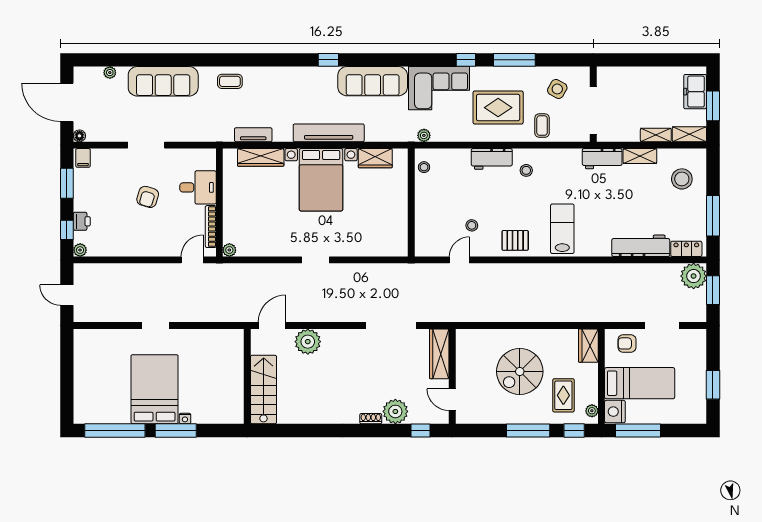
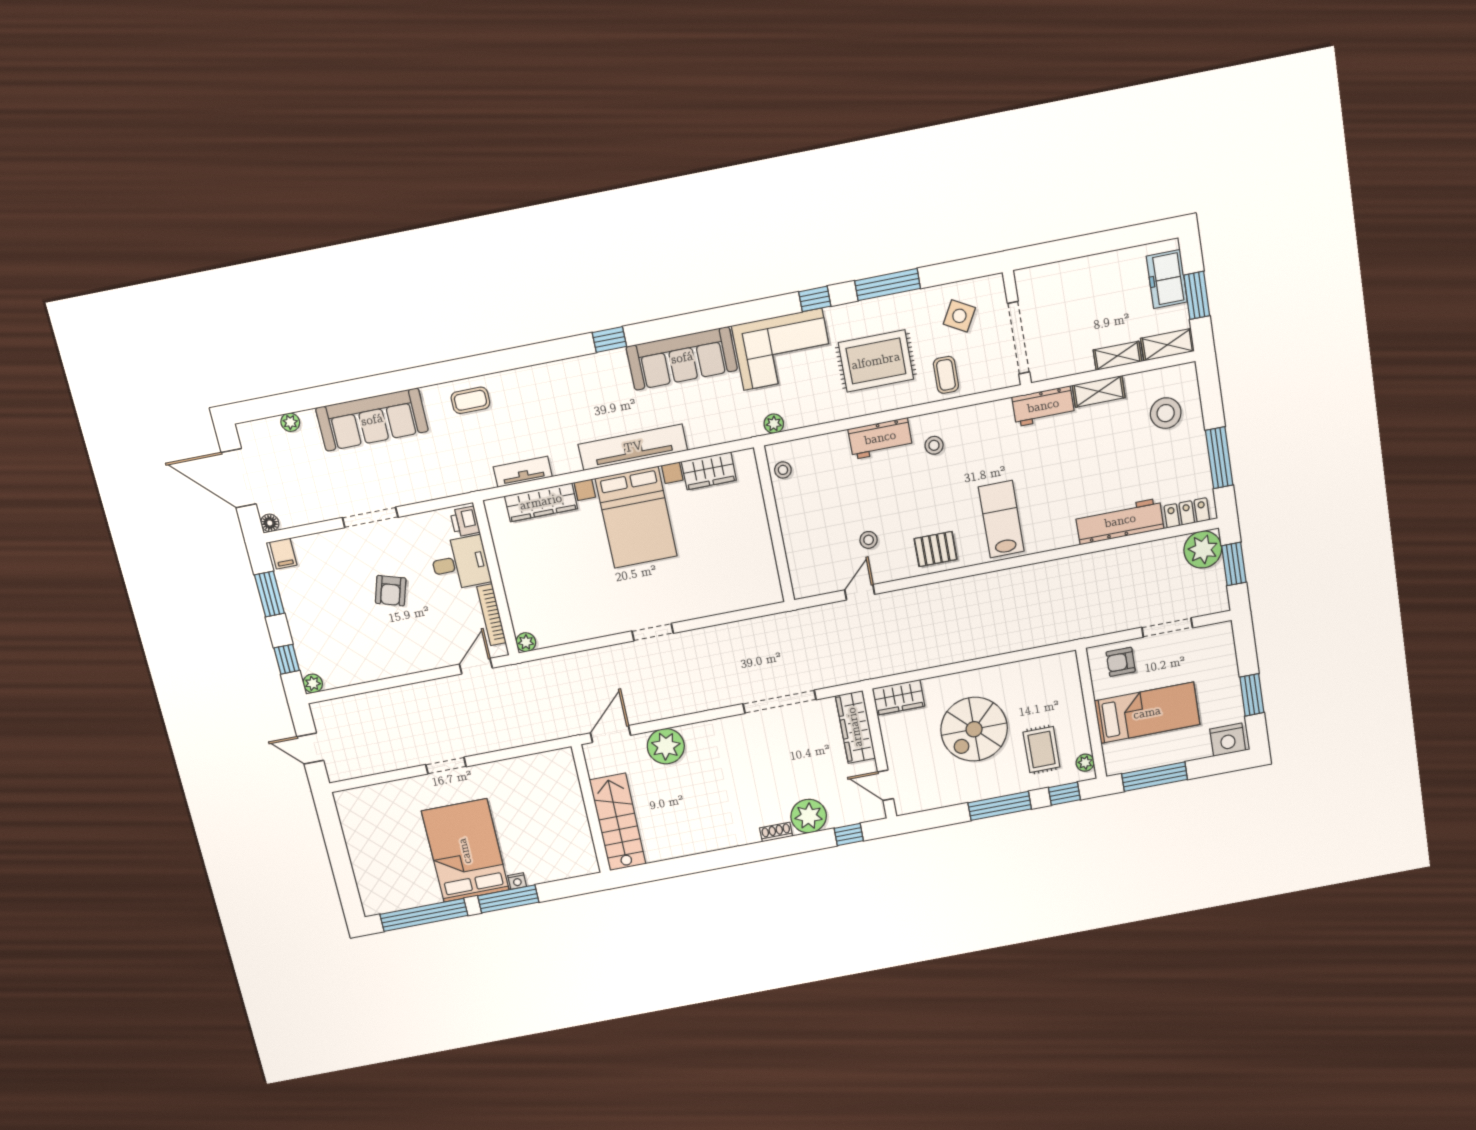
printer: (82, 221) -> (465, 521), moved, turned 180
wardrobe: (588, 346) -> (898, 697), moved, turned -90
nightstand: (615, 412) -> (1228, 740), moved, turned -90

